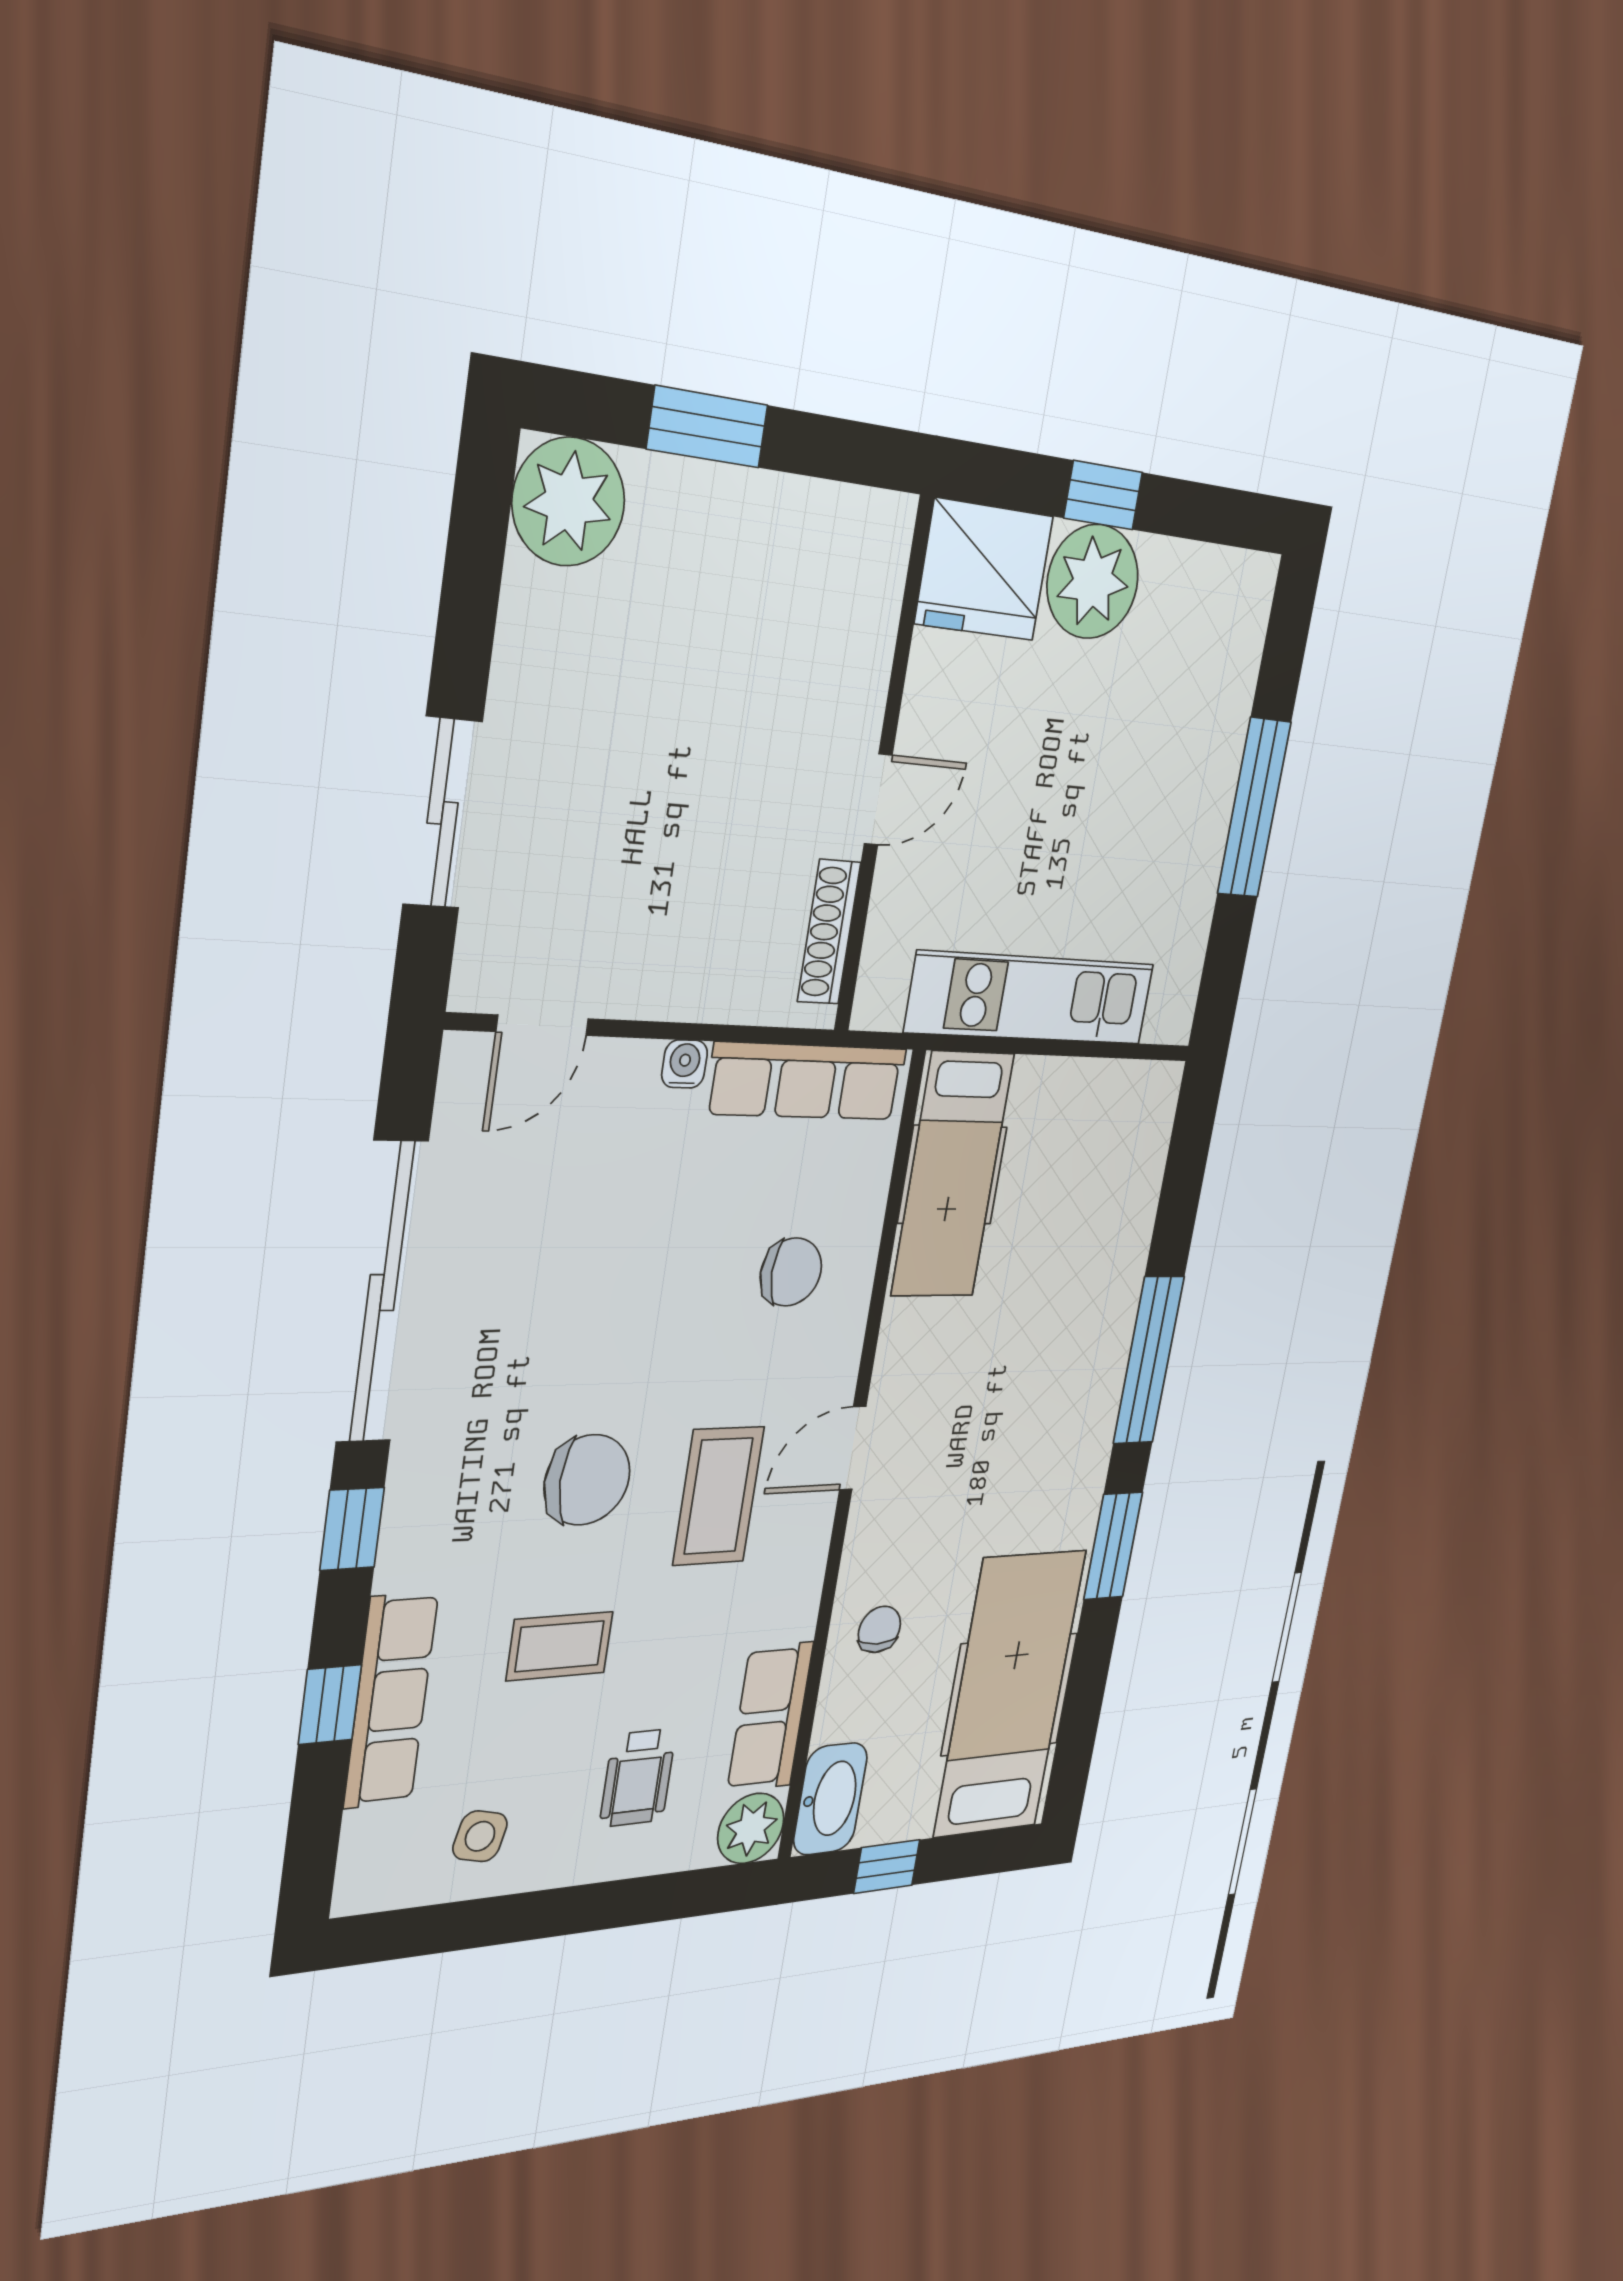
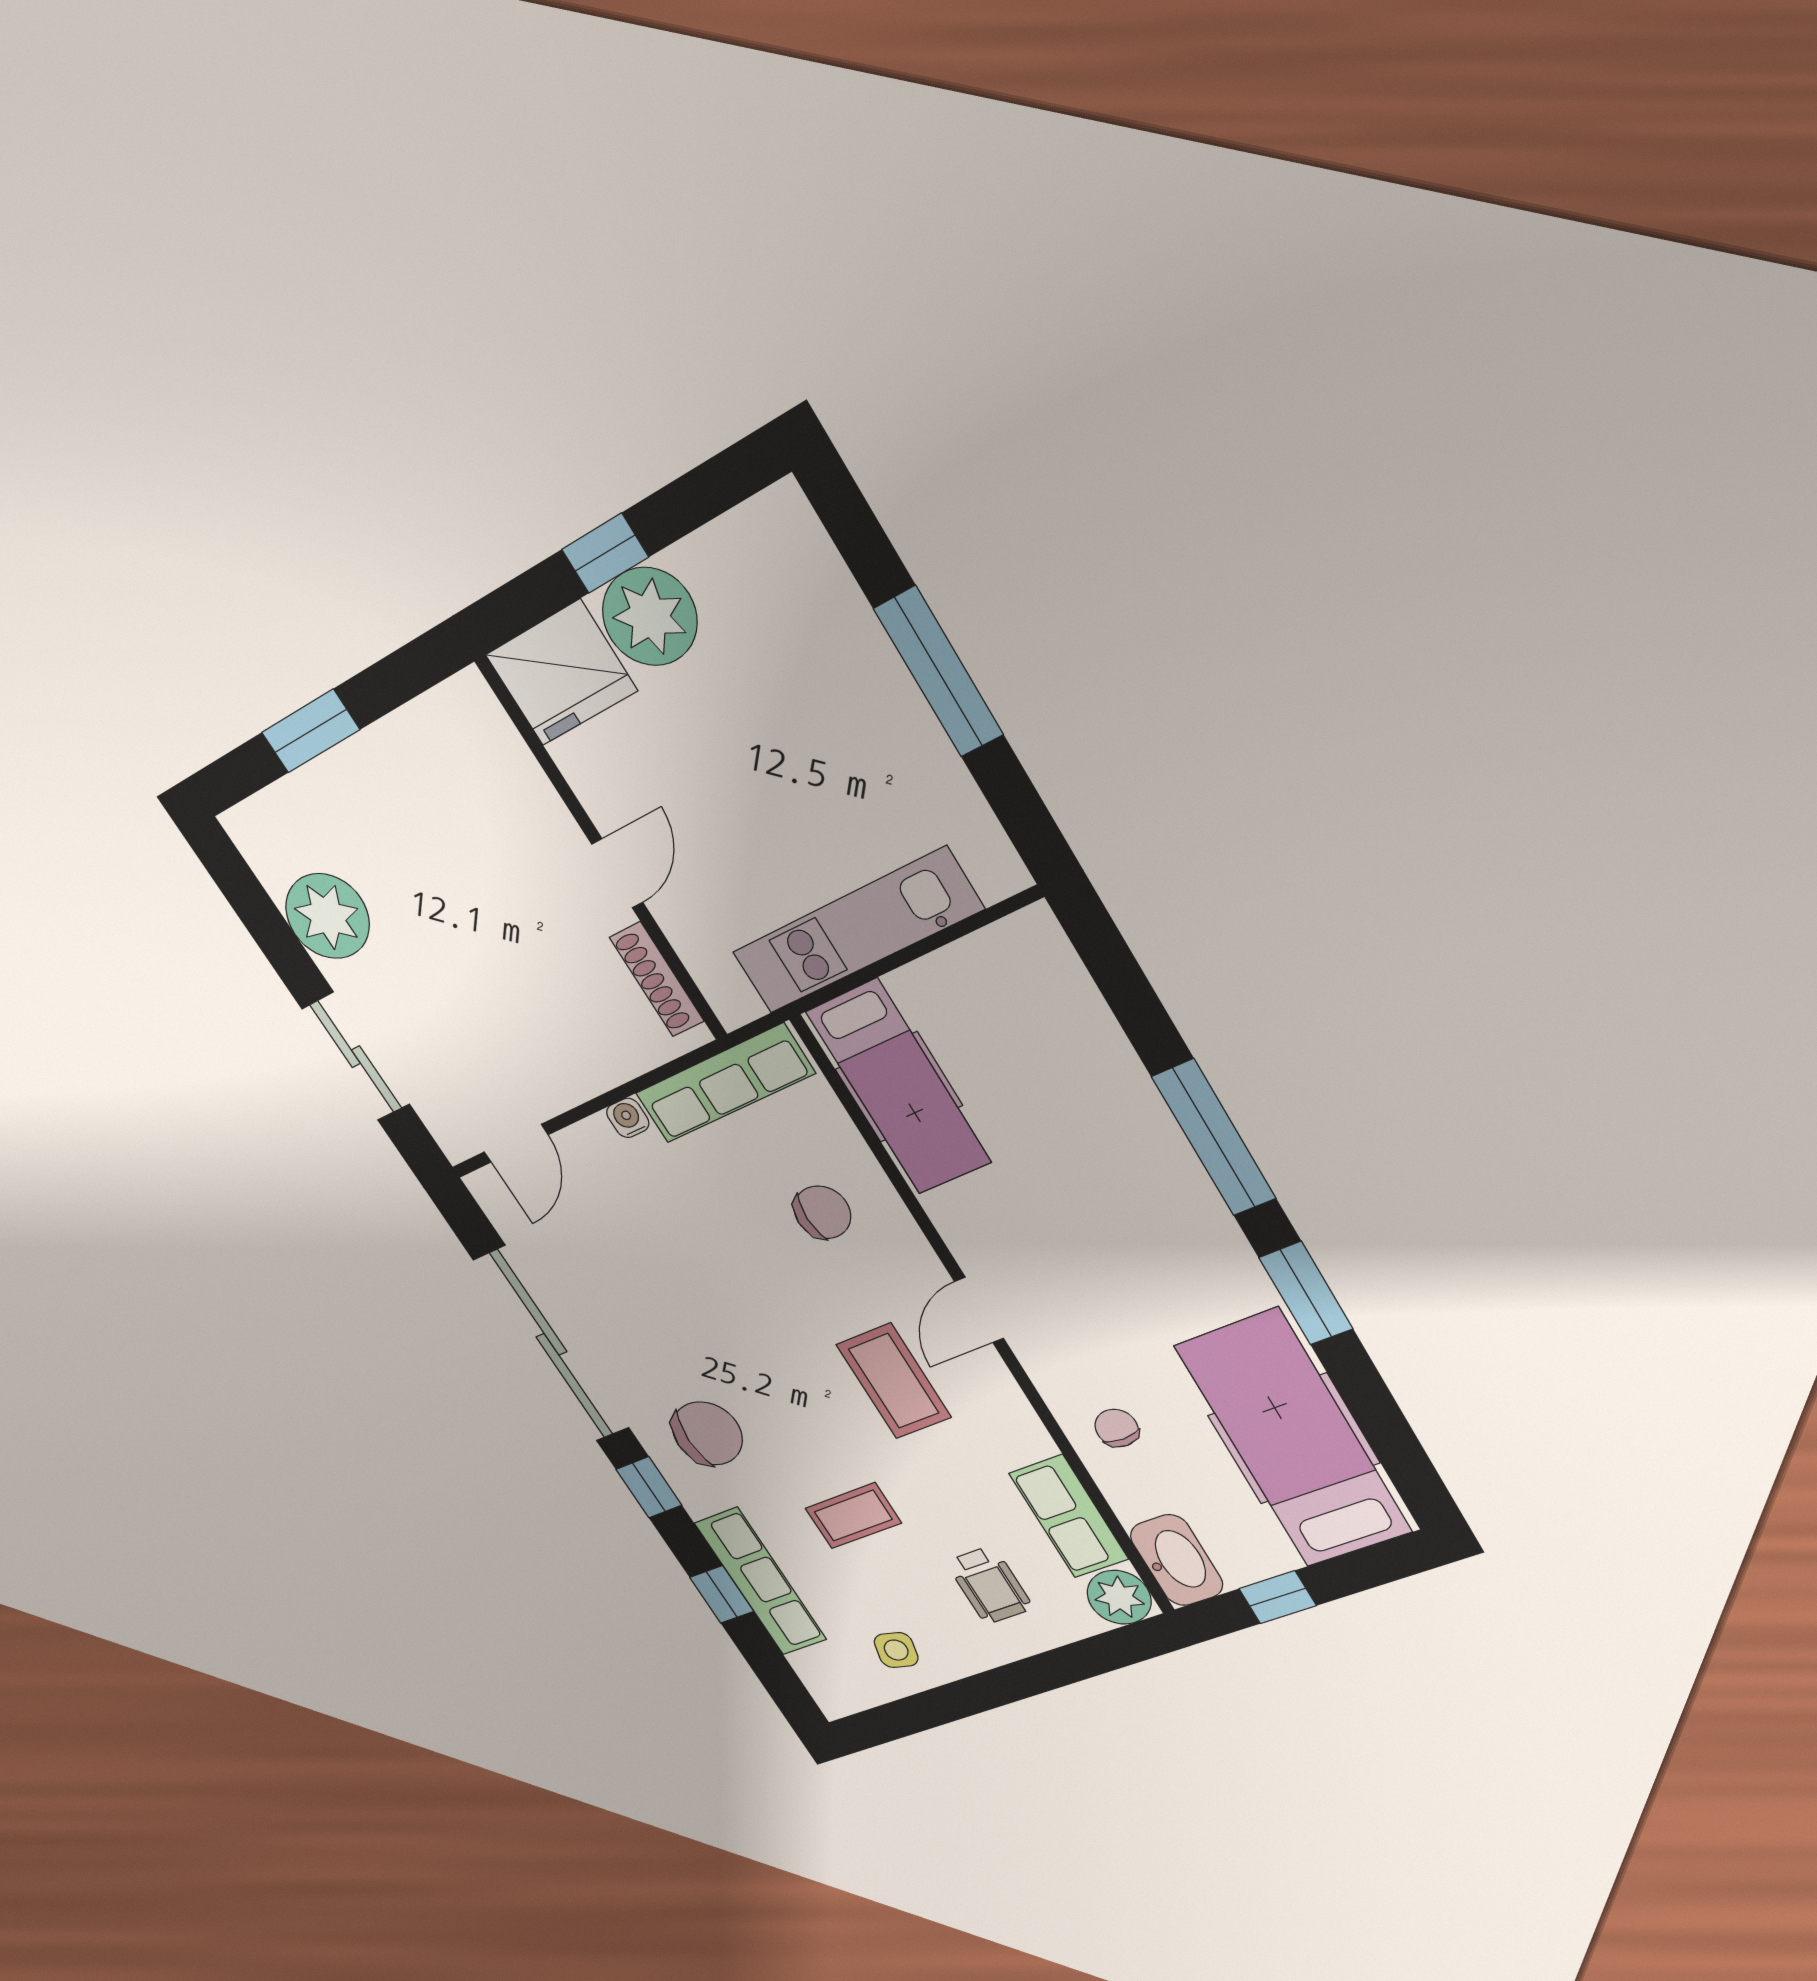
plant: (569, 502) -> (327, 916), moved
chair: (587, 1480) -> (707, 1434), moved

